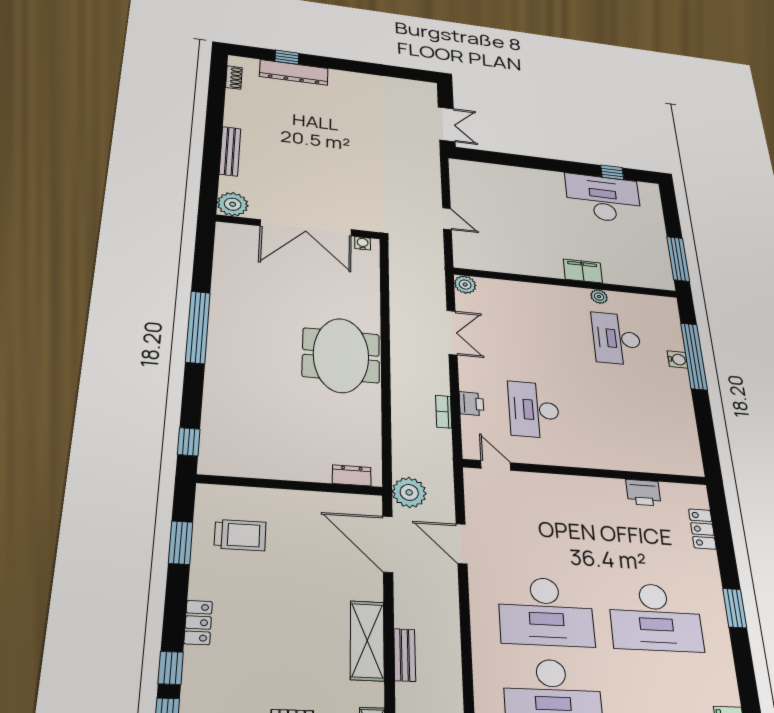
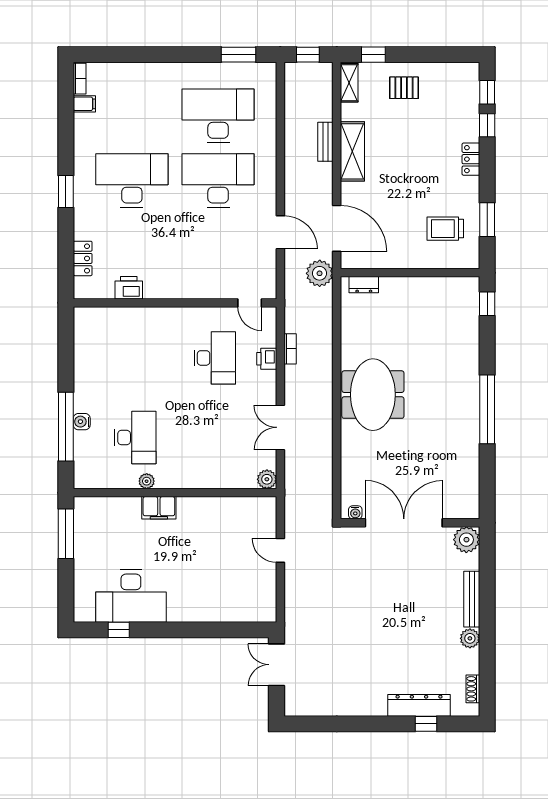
plant: (234, 119) -> (470, 638), added

